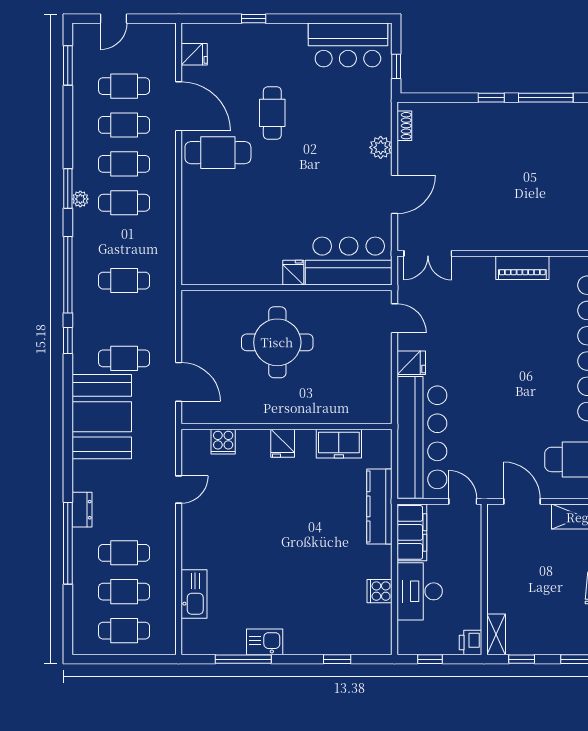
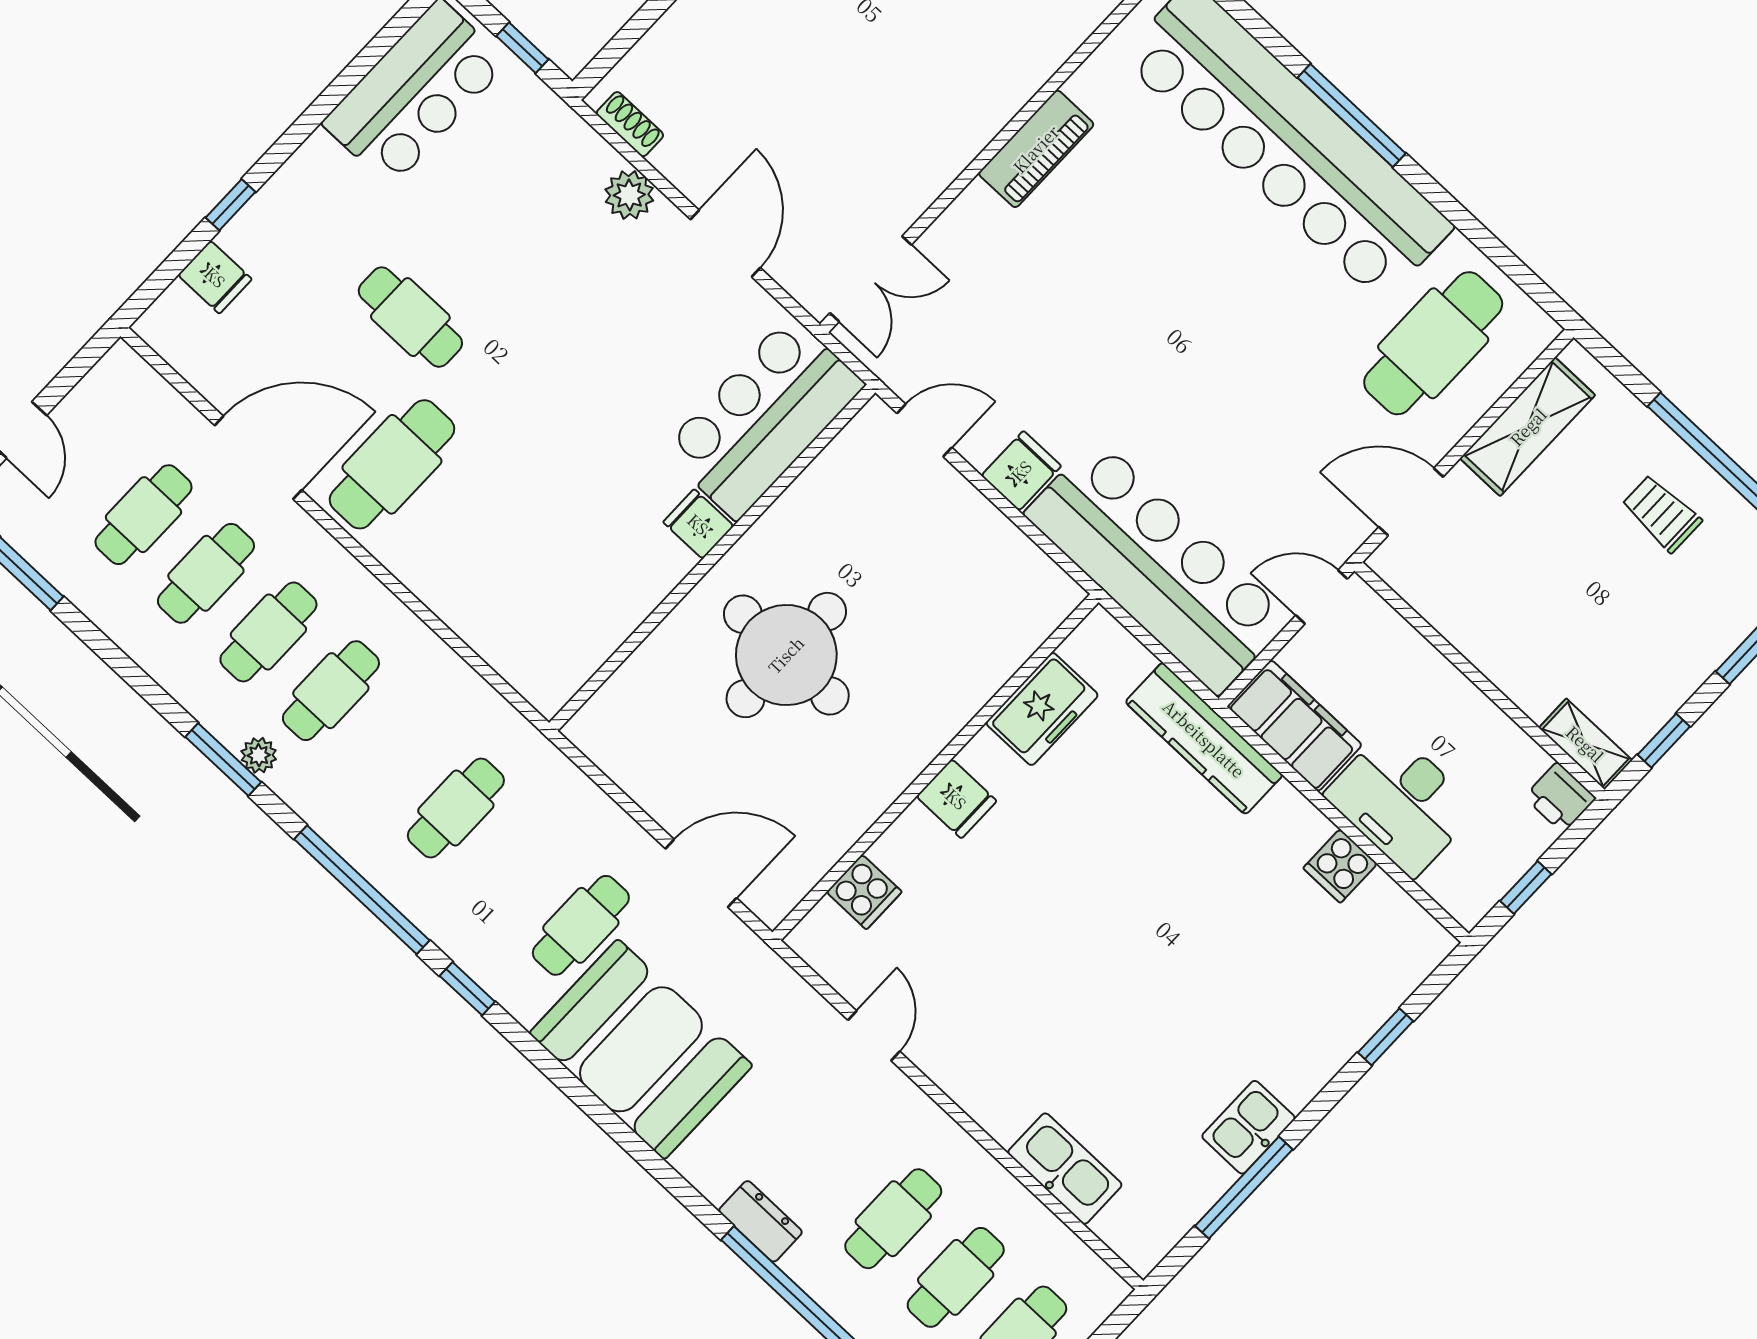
fridge: (194, 54) -> (215, 277), moved, turned 90

